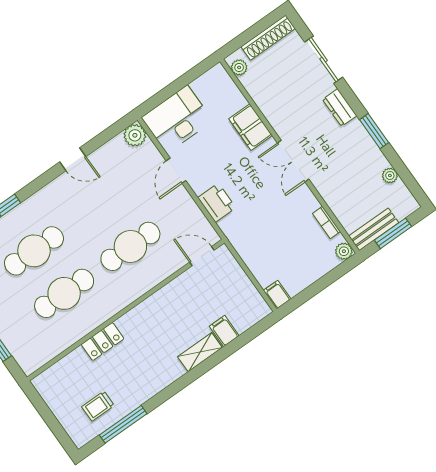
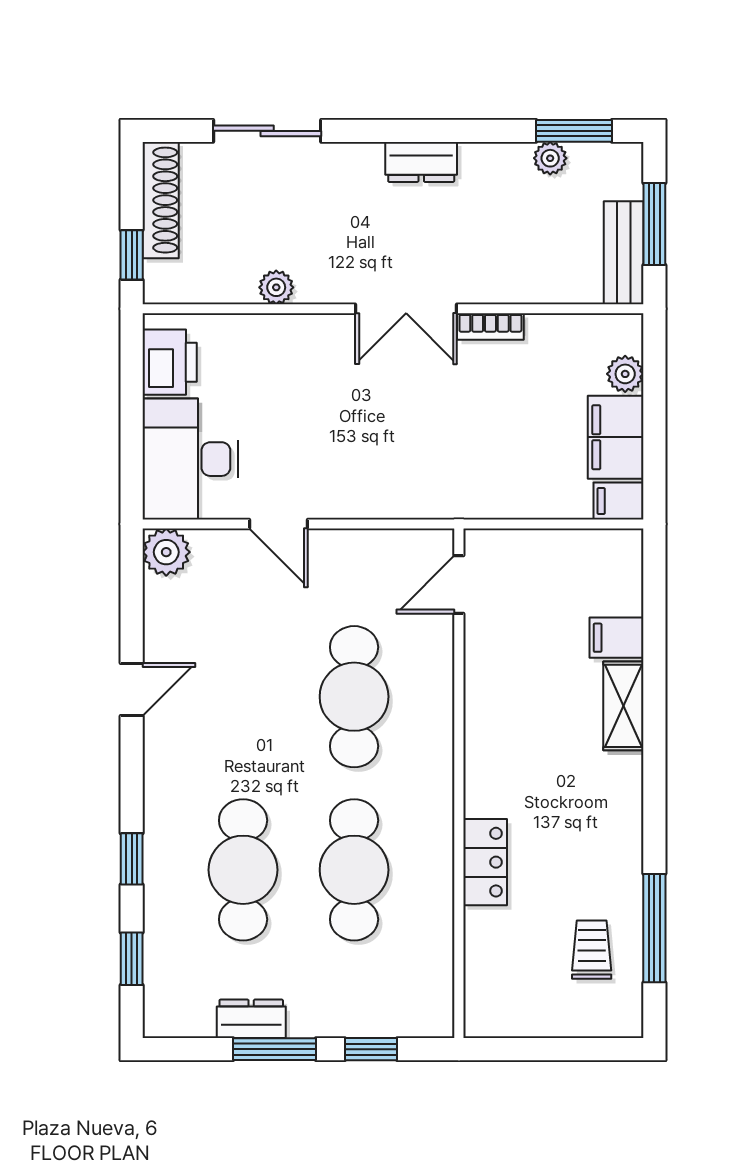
window: (239, 41) -> (132, 255), added
plant: (239, 67) -> (276, 287), moved
dresser: (340, 108) -> (421, 162), moved
filing cabinet: (251, 127) -> (616, 437), moved, turned 90
window: (374, 131) -> (574, 131), moved
printer: (217, 203) -> (170, 362), moved, turned 90
bookcase: (326, 223) -> (490, 326), moved
plant: (344, 251) -> (625, 374), moved
trolley: (98, 406) -> (592, 950), turned 180

